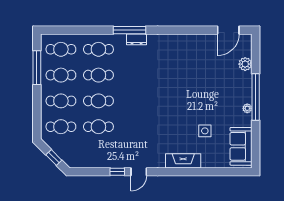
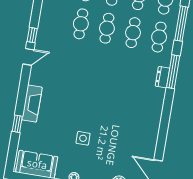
window: (82, 30) -> (181, 24), added
side table: (205, 131) -> (83, 138), moved
door: (139, 172) -> (29, 57), swing flipped
window: (205, 172) -> (17, 124), added

